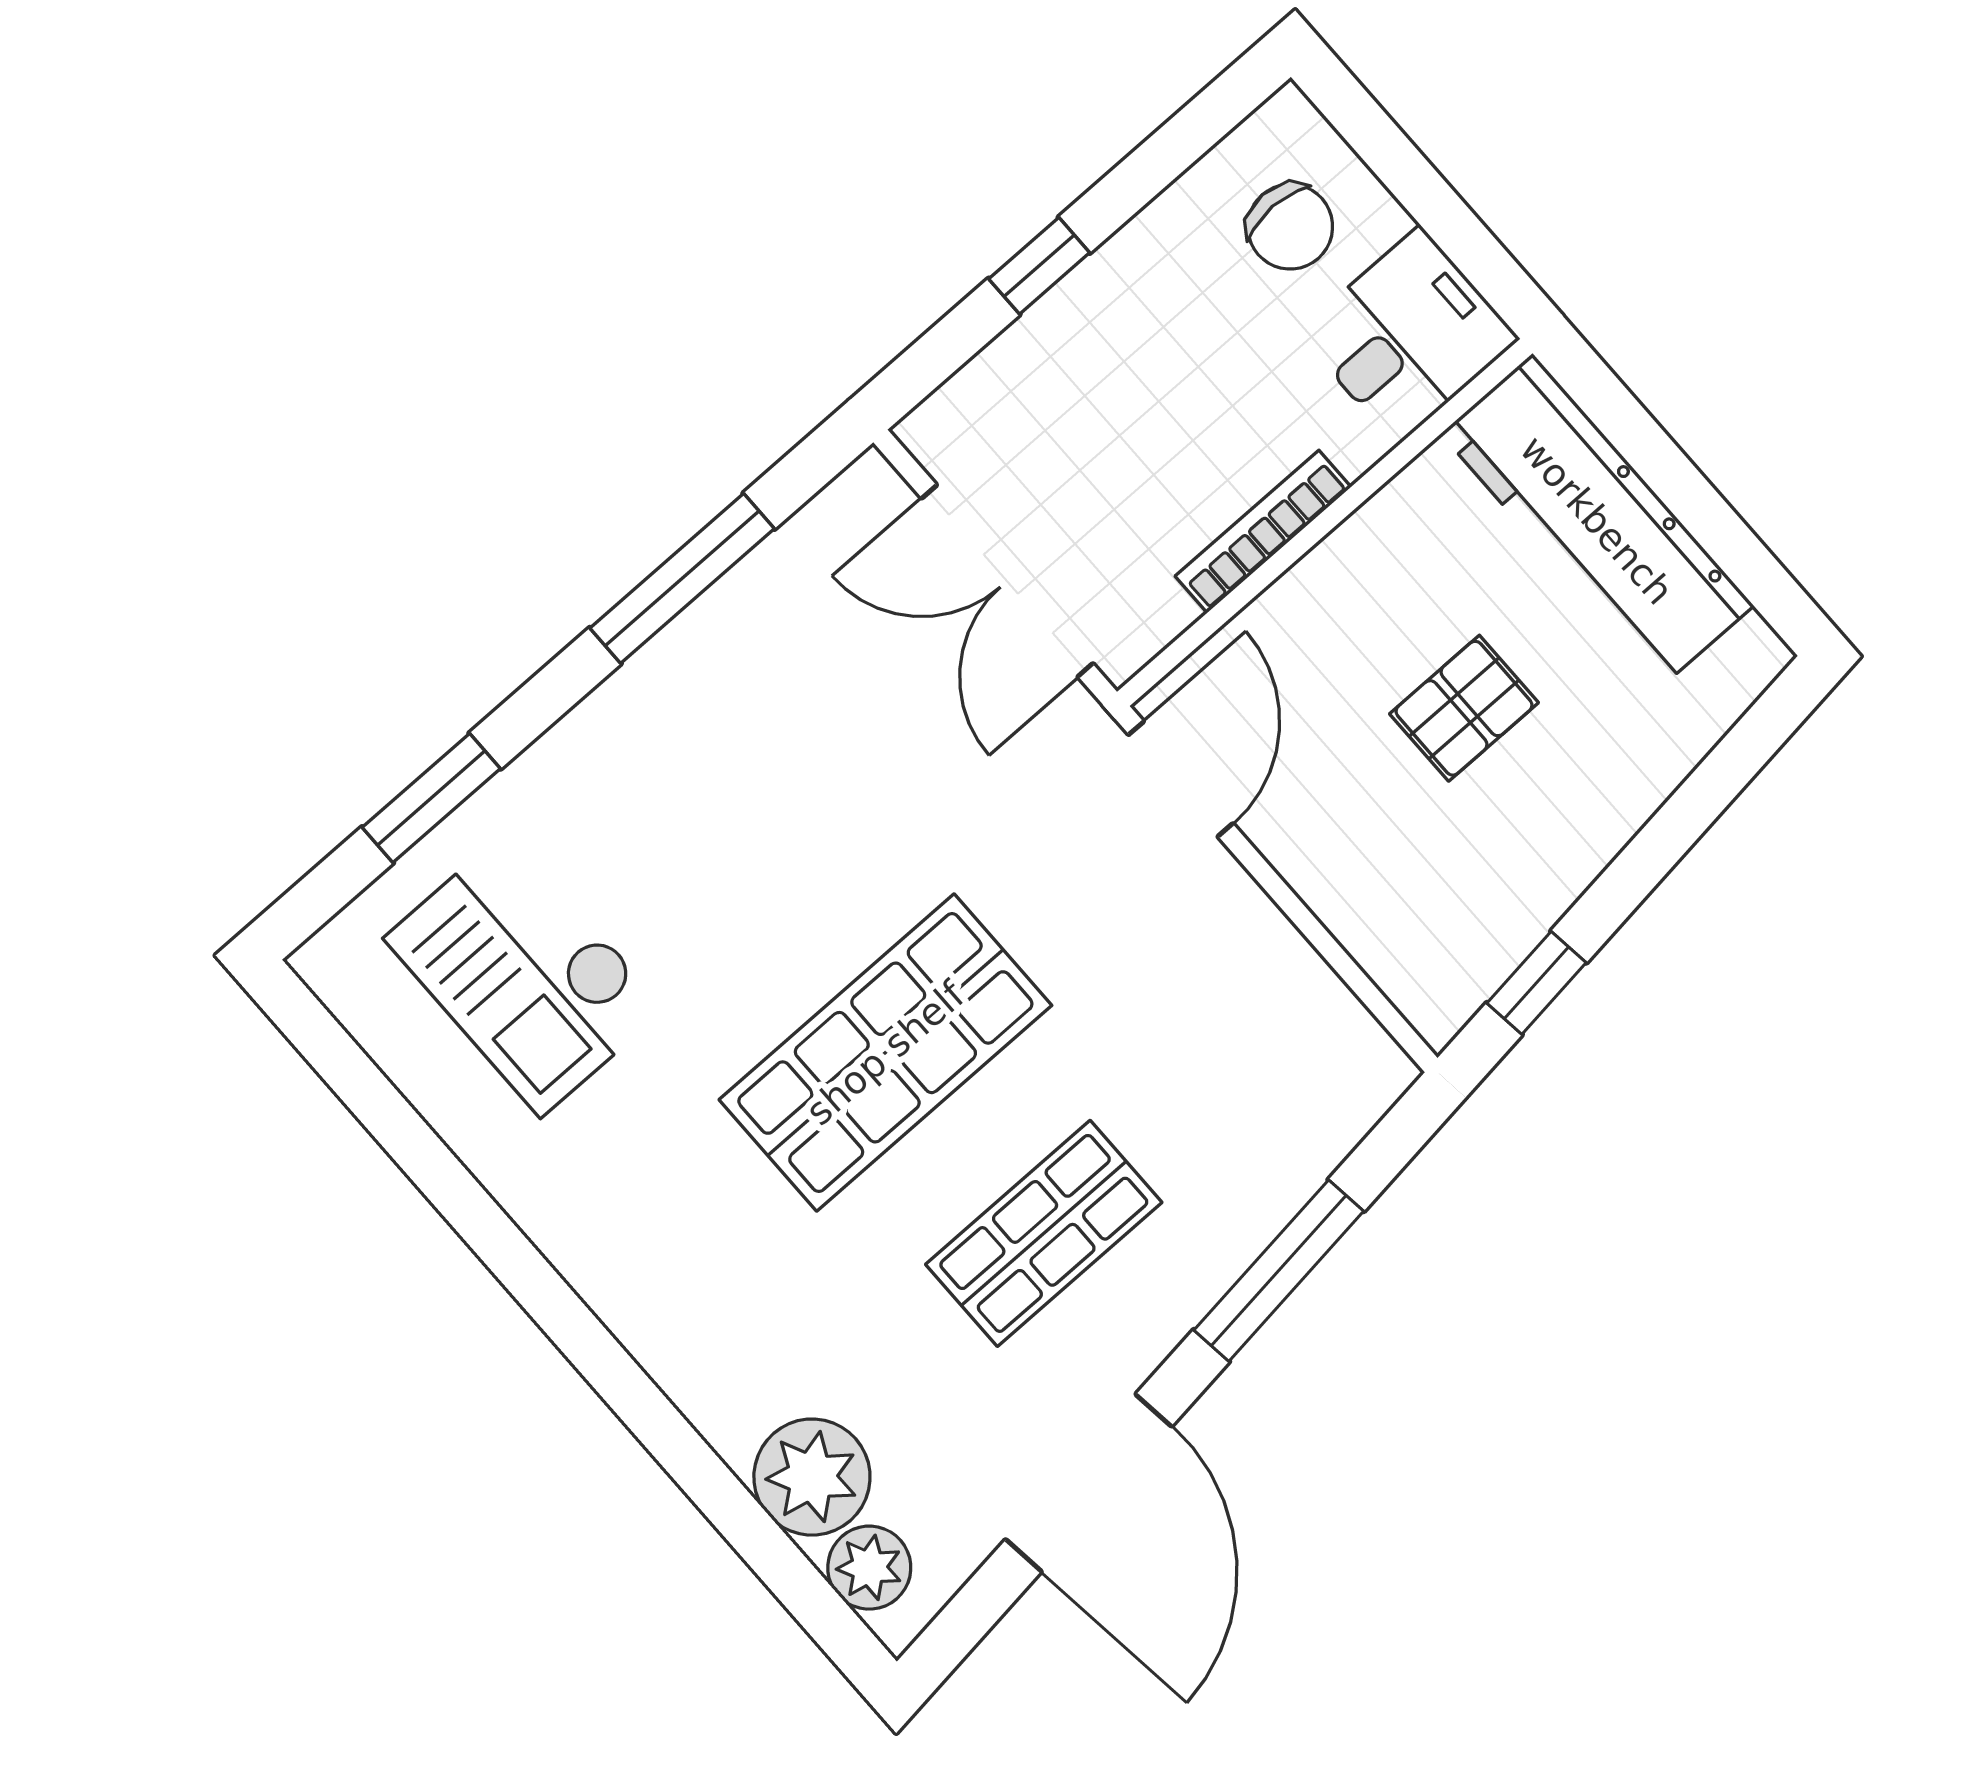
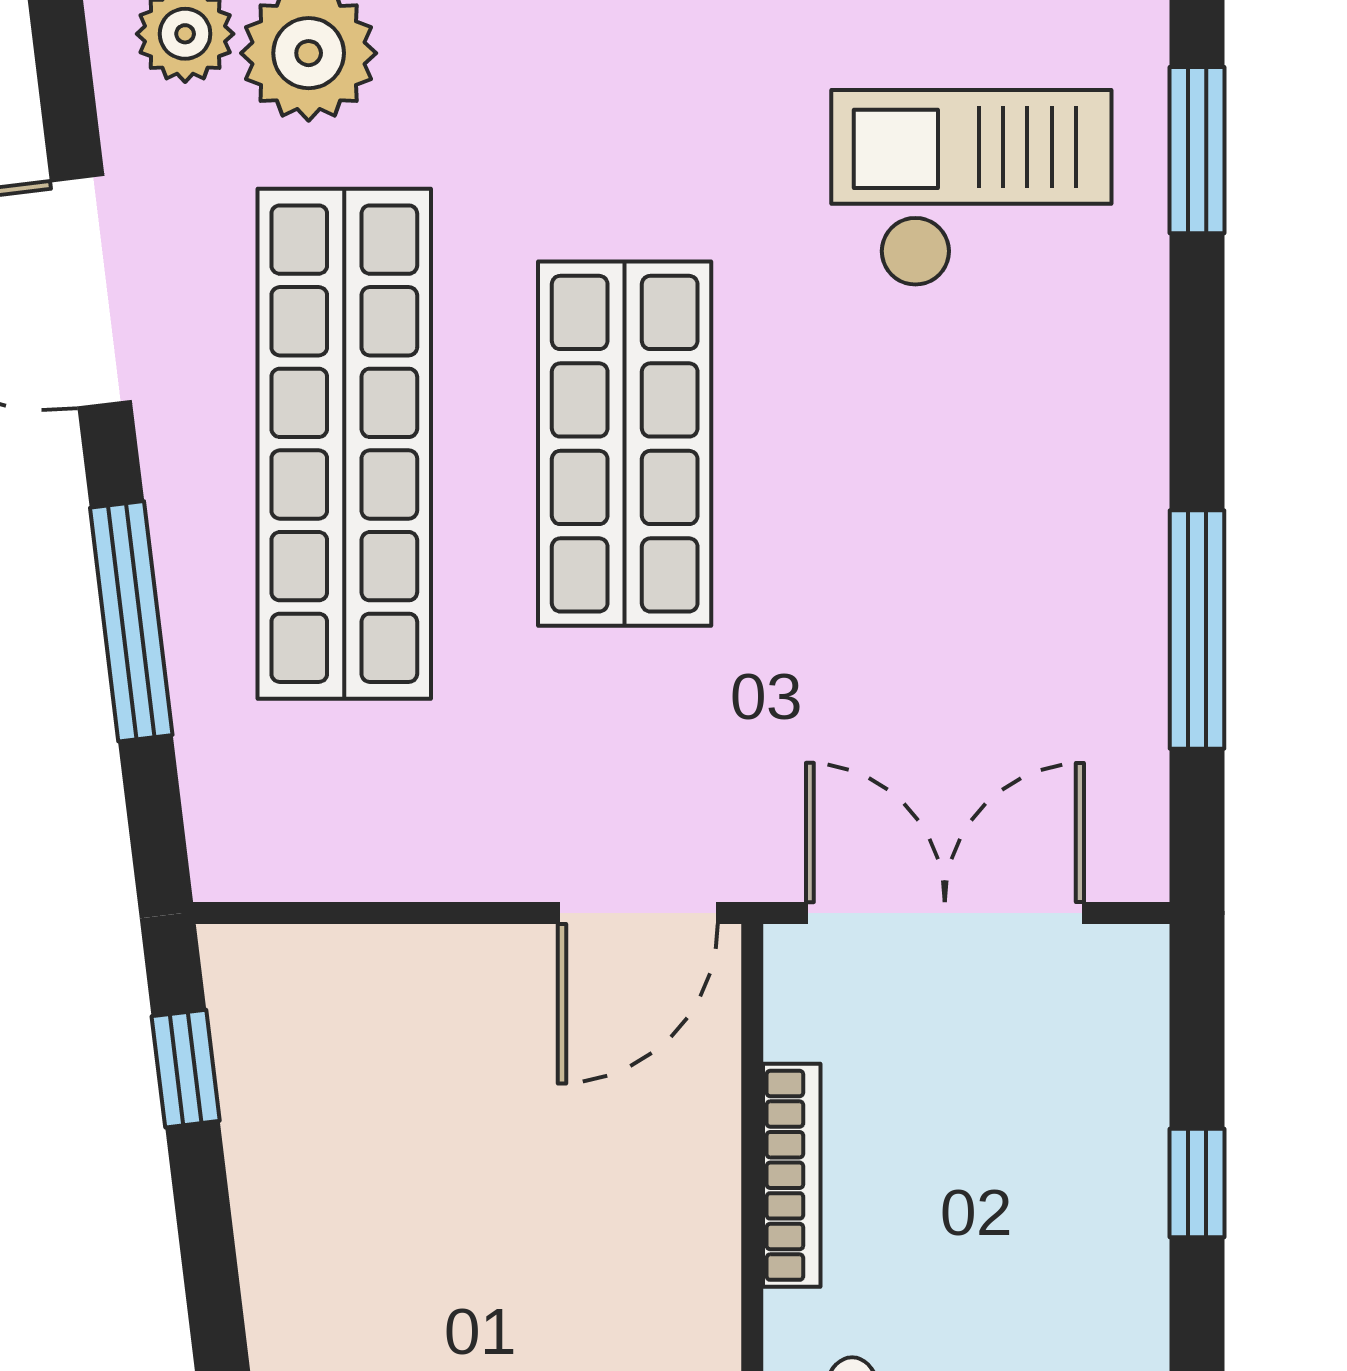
pallet: (1464, 708) -> (482, 1216), removed
door: (1181, 779) -> (638, 913), hinge flipped
window: (431, 798) -> (1197, 150), moved
shop shelf: (1044, 1233) -> (344, 444), width x2.00, depth x1.36

